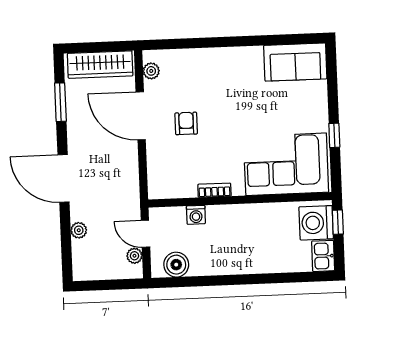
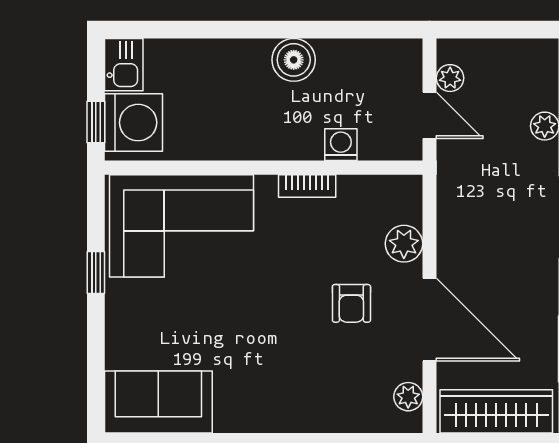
plant: (157, 159) -> (404, 244), added
boiler: (176, 265) -> (294, 60), moved

